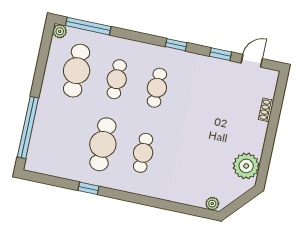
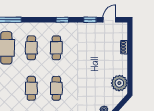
cafe table: (103, 144) -> (31, 88), width x0.73, depth x0.74

